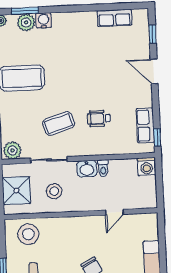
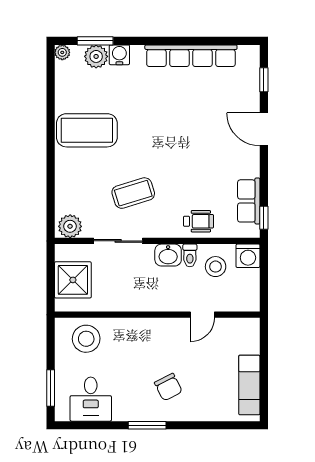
row of seats: (115, 18) -> (191, 56), width x2.02
wheelchair: (99, 118) -> (198, 221), moved, turned 180
stool: (54, 191) -> (216, 267), moved

